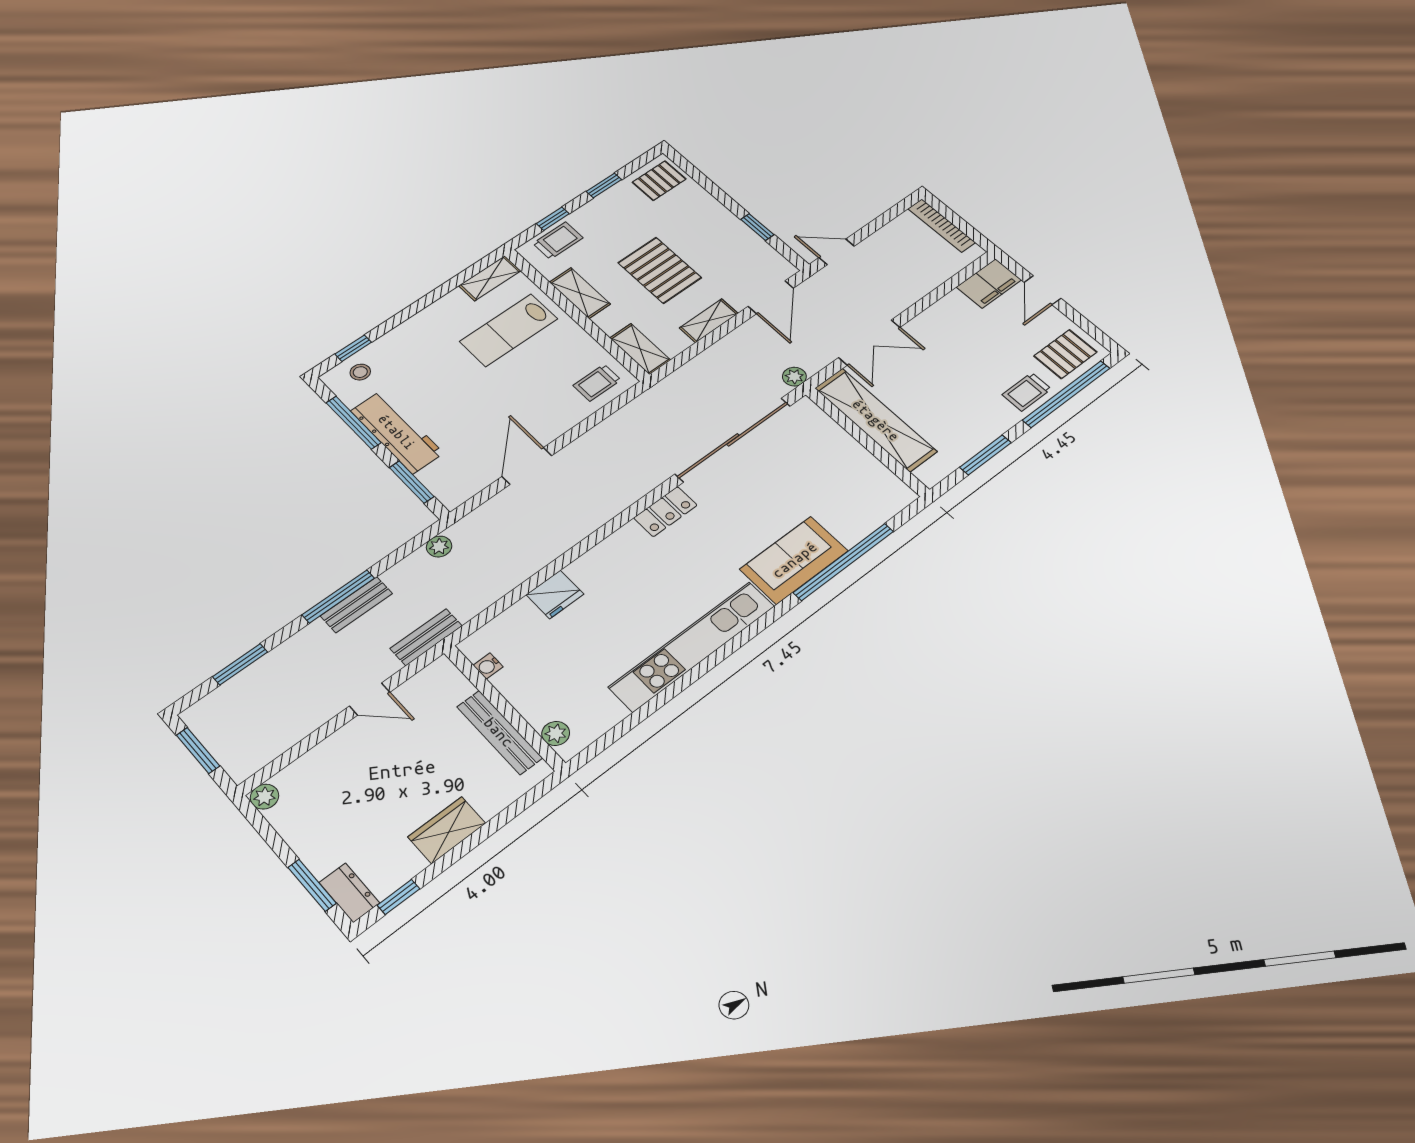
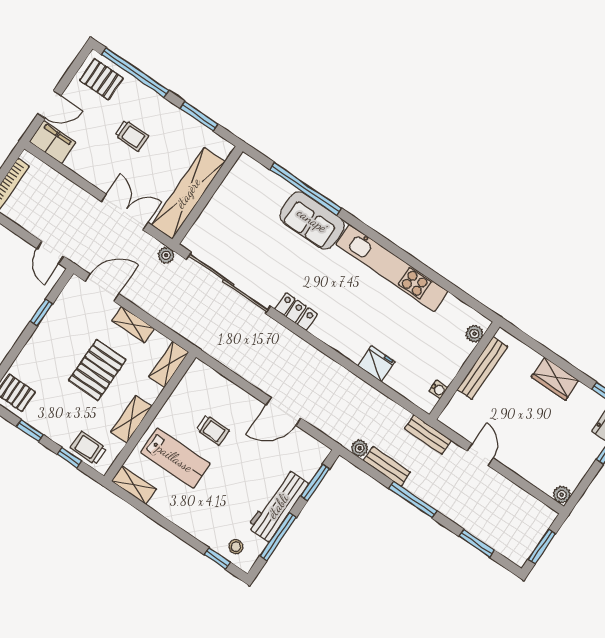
trolley: (597, 383) -> (213, 430), moved
trolley: (1027, 392) -> (132, 136), moved
bench: (356, 605) -> (387, 466), moved

